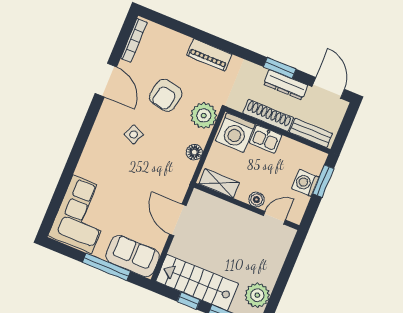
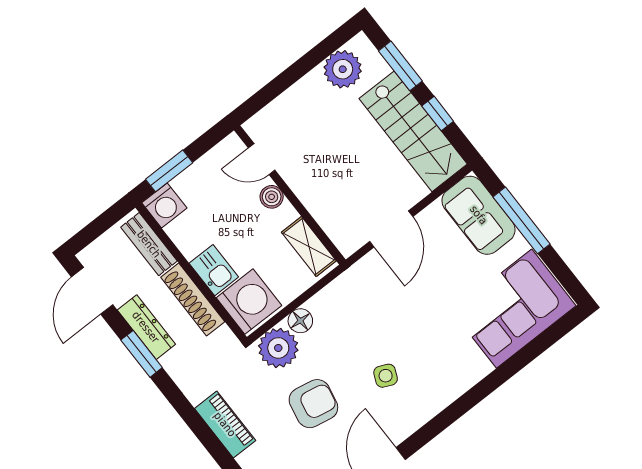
floor lamp: (194, 152) -> (300, 321), moved
washing machine: (305, 183) -> (164, 205), moved

